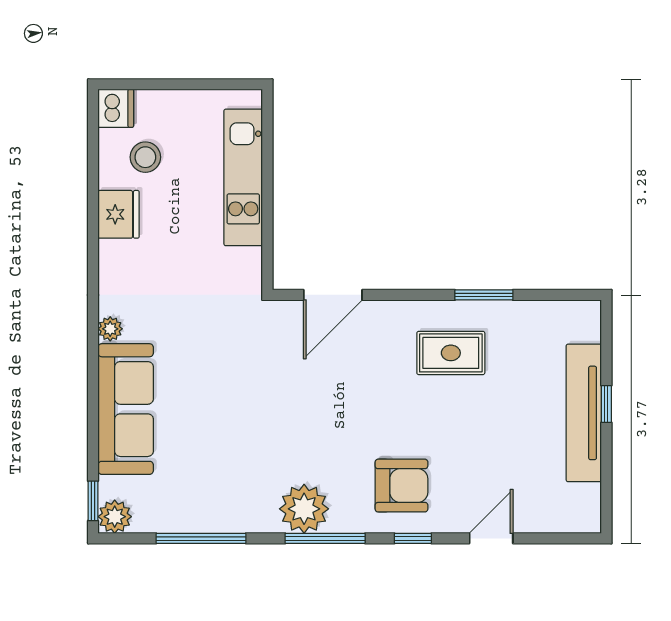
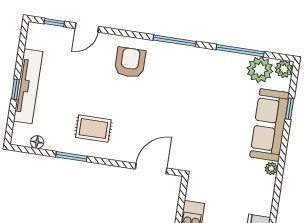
floor lamp: (551, 312) -> (37, 142), added
armchair: (401, 486) -> (130, 62), turned 90
window: (93, 501) -> (290, 109), moved
plant: (304, 509) -> (260, 70), moved
window: (413, 538) -> (54, 22), moved

